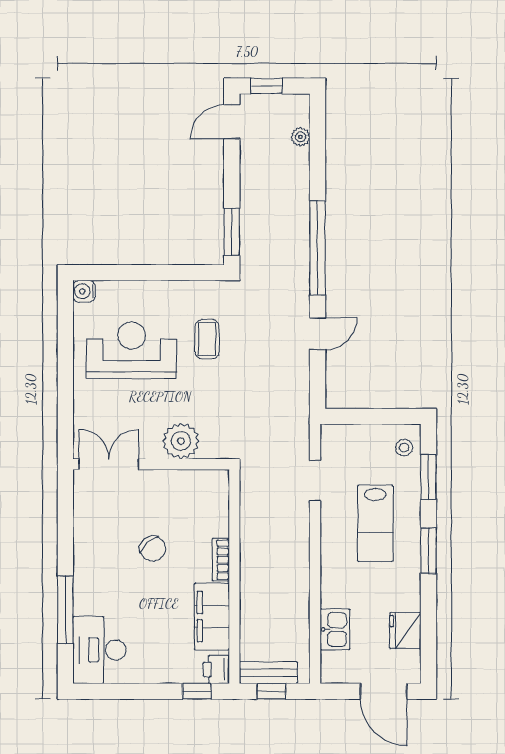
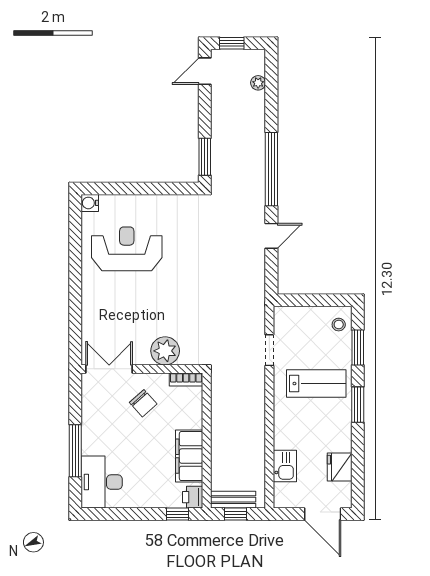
coffee table: (207, 339) -> (186, 240), removed
plant: (181, 441) -> (165, 351), moved
double door: (109, 464) -> (109, 369), moved
wall: (151, 464) -> (142, 369), moved
lab bench: (375, 523) -> (316, 384), turned -90
bookcase: (221, 560) -> (186, 380), moved, turned -90

